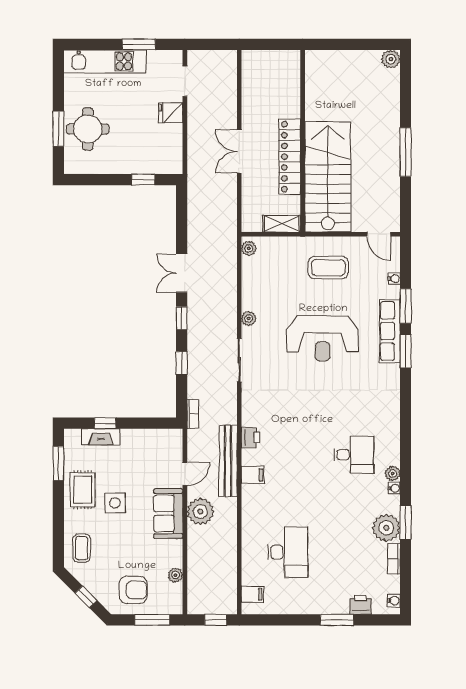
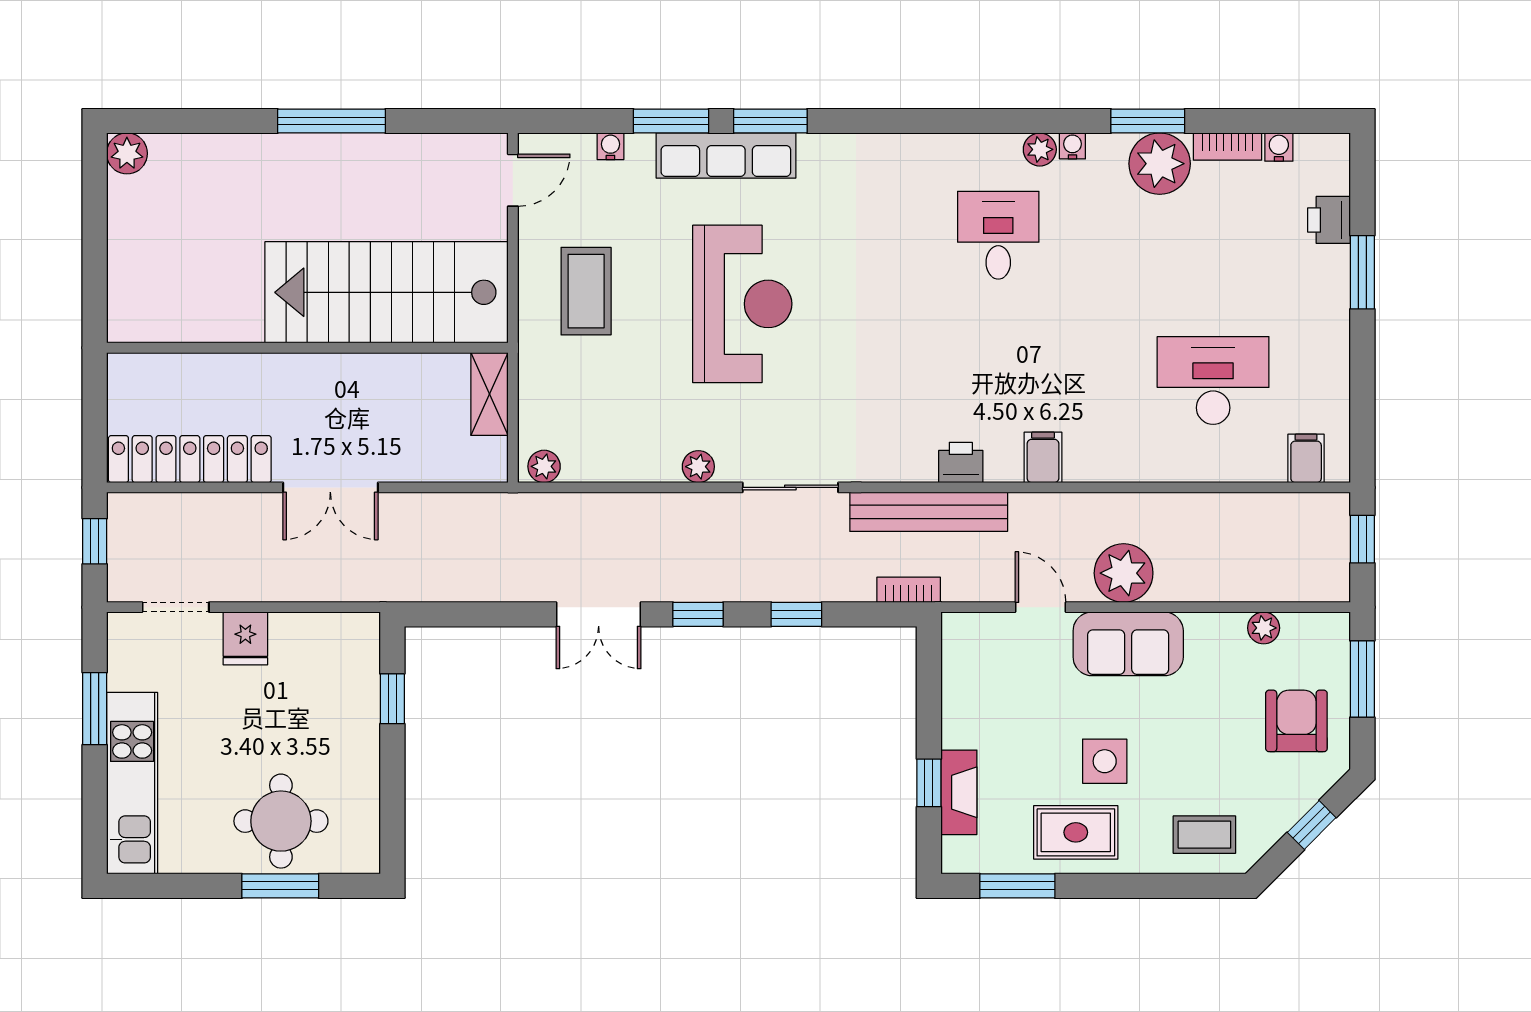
window: (215, 44) -> (95, 541), added
locker: (290, 157) -> (190, 459), moved, turned 180
bench: (228, 461) -> (929, 512), moved
water cooler: (394, 601) -> (1279, 147), moved

